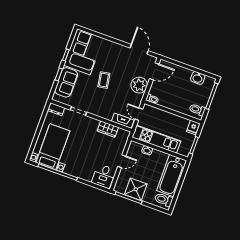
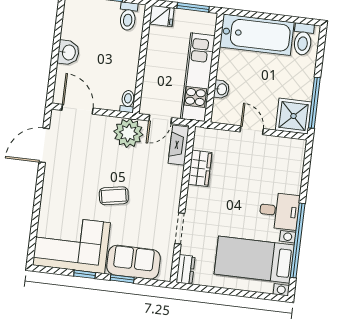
washbasin: (198, 78) -> (68, 52), moved
plant: (139, 85) -> (128, 133), moved
desk: (104, 176) -> (279, 211), moved
shower: (136, 189) -> (293, 116), moved

